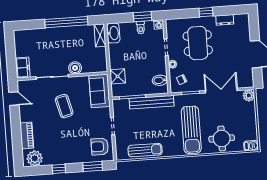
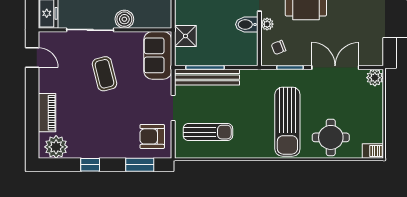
bidet: (160, 80) -> (247, 24), moved
bench: (152, 102) -> (207, 77), moved
sun lounger: (145, 150) -> (208, 132), moved

